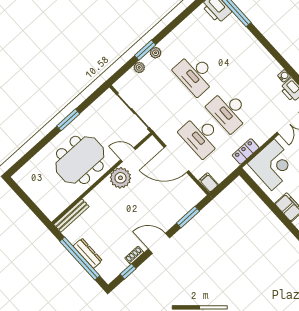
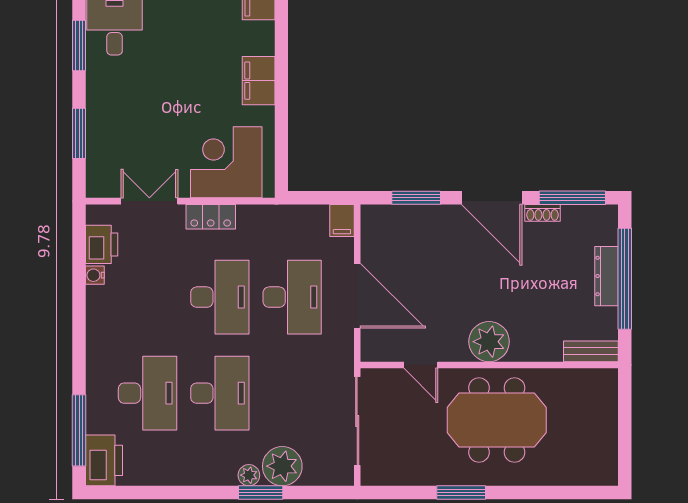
desk: (223, 49) -> (147, 393), added
plant: (139, 67) -> (282, 466), width x1.88, depth x1.88
locker: (246, 151) -> (211, 217), moved
plant: (120, 178) -> (489, 342), moved
bench: (71, 216) -> (591, 351), width x0.73
door: (159, 243) -> (492, 198), width x1.36
window: (128, 271) -> (572, 198), width x2.17

